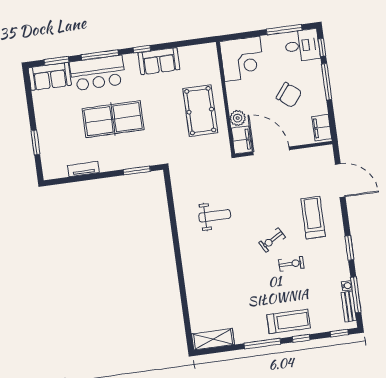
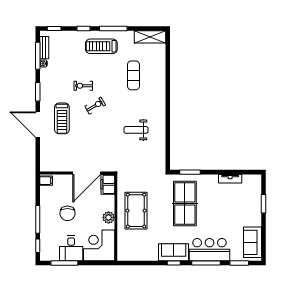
desk: (302, 45) -> (71, 248), moved, turned -90
sofa: (159, 61) -> (174, 252), moved
sofa: (50, 76) -> (252, 242), moved, turned -90
chair: (289, 95) -> (67, 213), turned -128
plant: (238, 118) -> (109, 217), moved
table tennis table: (113, 119) -> (185, 204), moved, turned 90
filing cabinet: (322, 128) -> (46, 181), width x0.50
door: (271, 151) -> (87, 173), hinge flipped
door: (340, 181) -> (38, 125), moved
exercise mat: (228, 286) -> (133, 75), added
treadmill: (288, 321) -> (101, 46), moved

